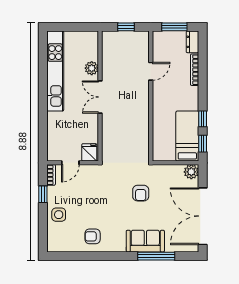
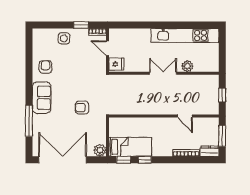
sofa: (145, 241) -> (42, 98), moved

